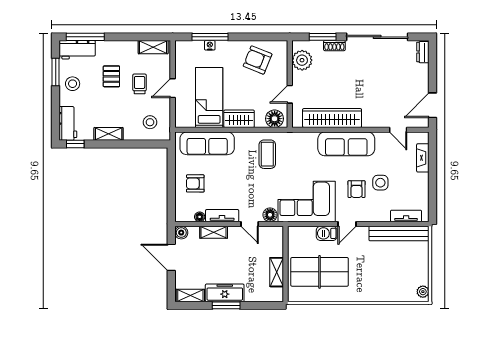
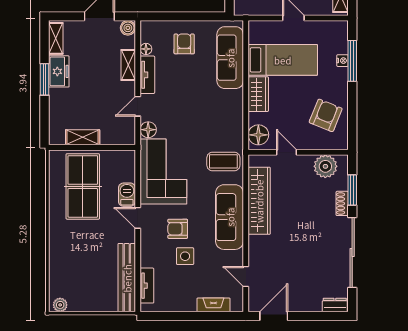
door: (433, 105) -> (274, 316), hinge flipped
door: (398, 130) -> (246, 276), hinge flipped
coffee table: (267, 154) -> (223, 161), moved
freezer: (225, 293) -> (59, 71), width x0.71

